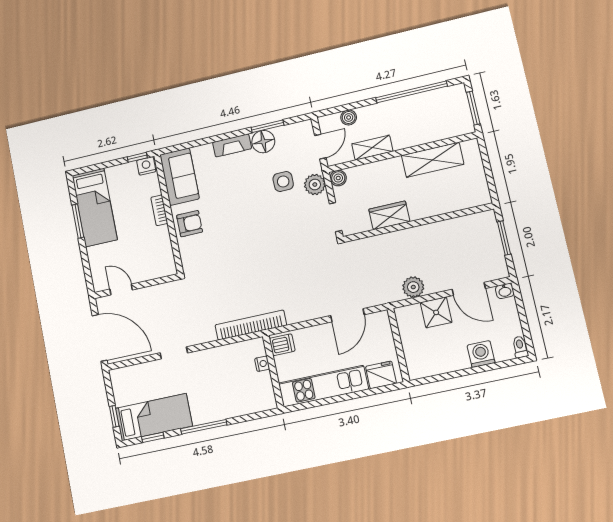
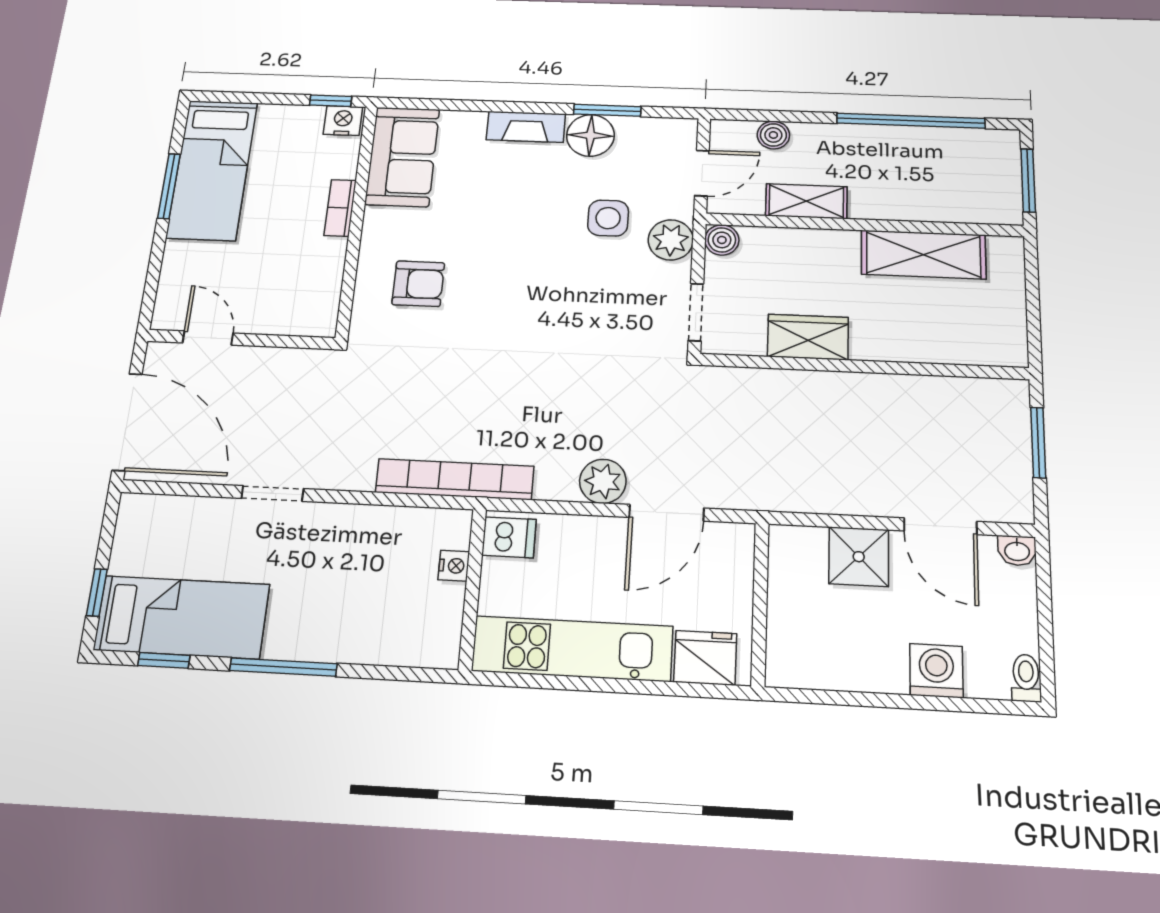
armchair: (190, 224) -> (418, 284), moved
plant: (413, 287) -> (603, 481), moved

